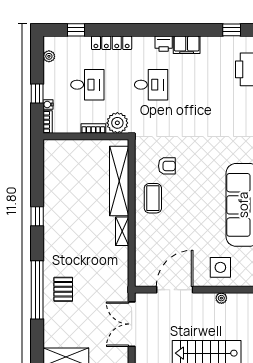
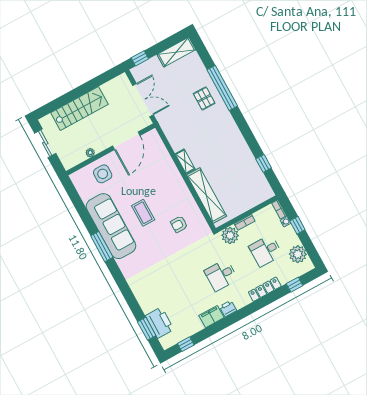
plant: (49, 56) -> (298, 254), width x1.88, depth x1.88
coffee table: (153, 198) -> (143, 213), moved
window: (37, 216) -> (264, 163), moved

